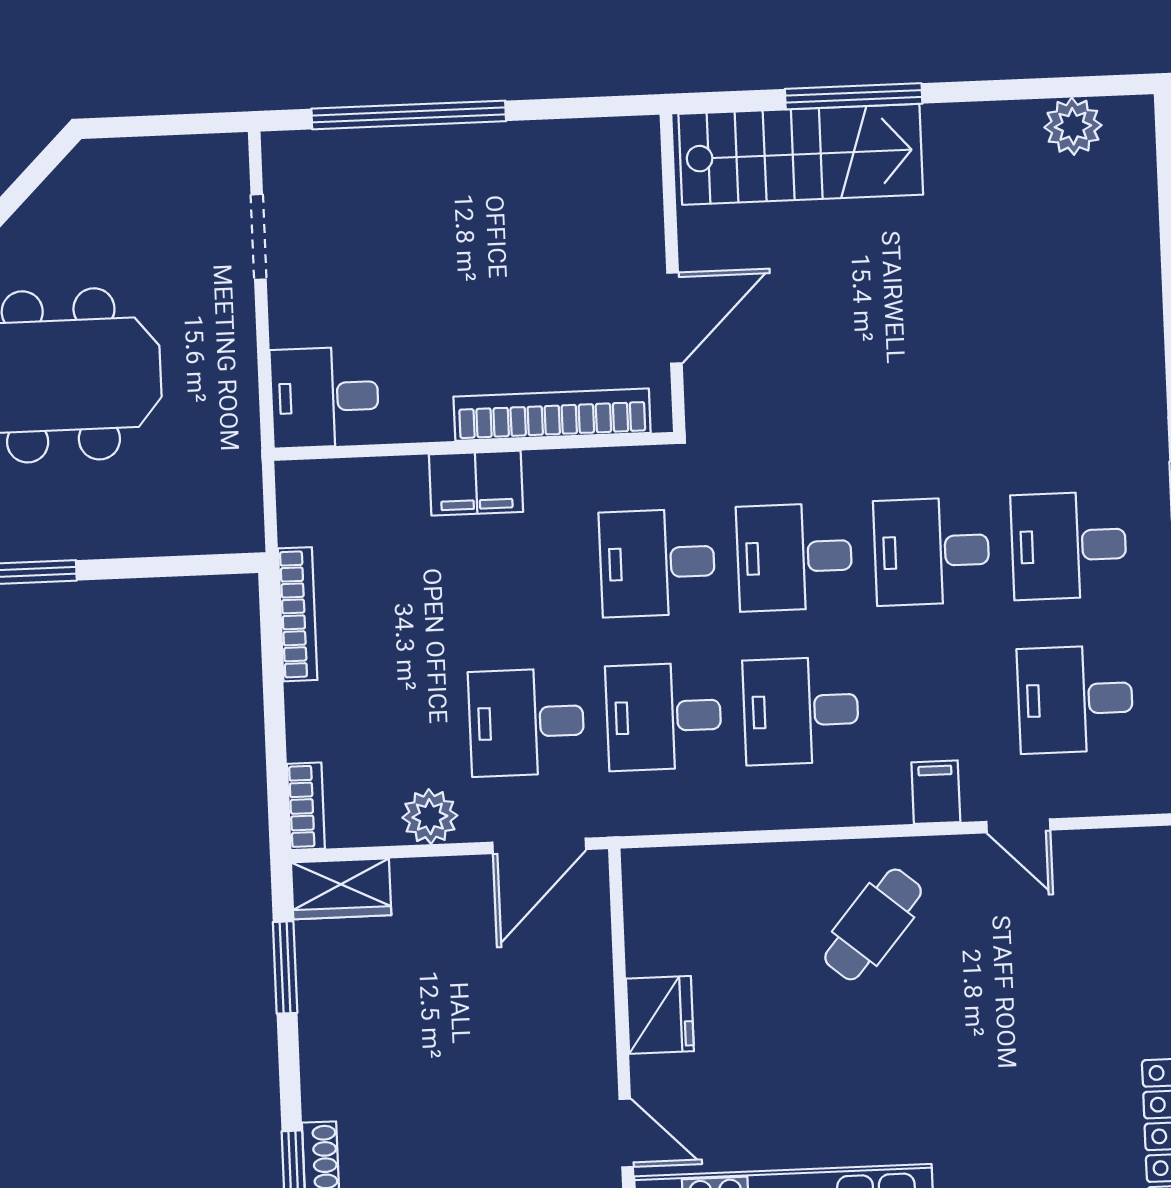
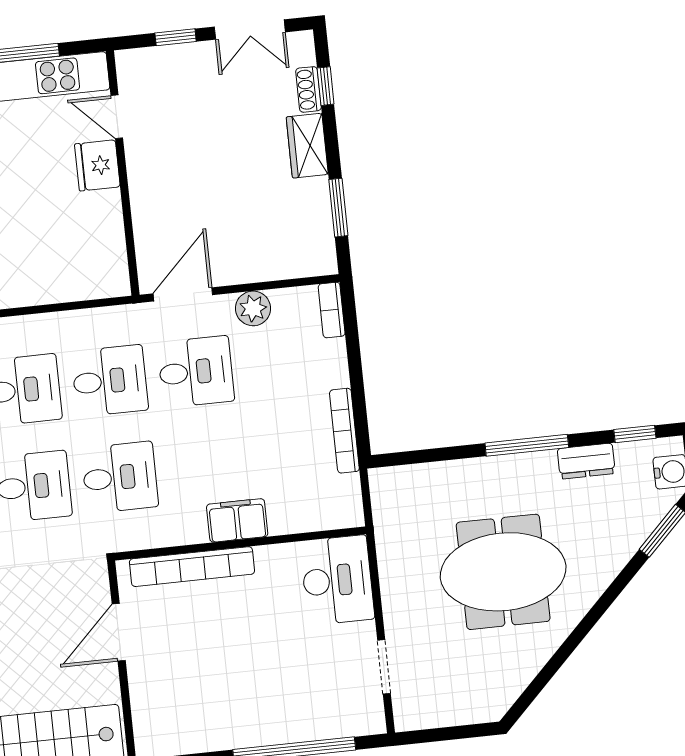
desk: (325, 397) -> (337, 580), width x1.37
wardrobe: (341, 889) -> (307, 146), moved, turned -90
fridge: (660, 1015) -> (97, 165), moved

